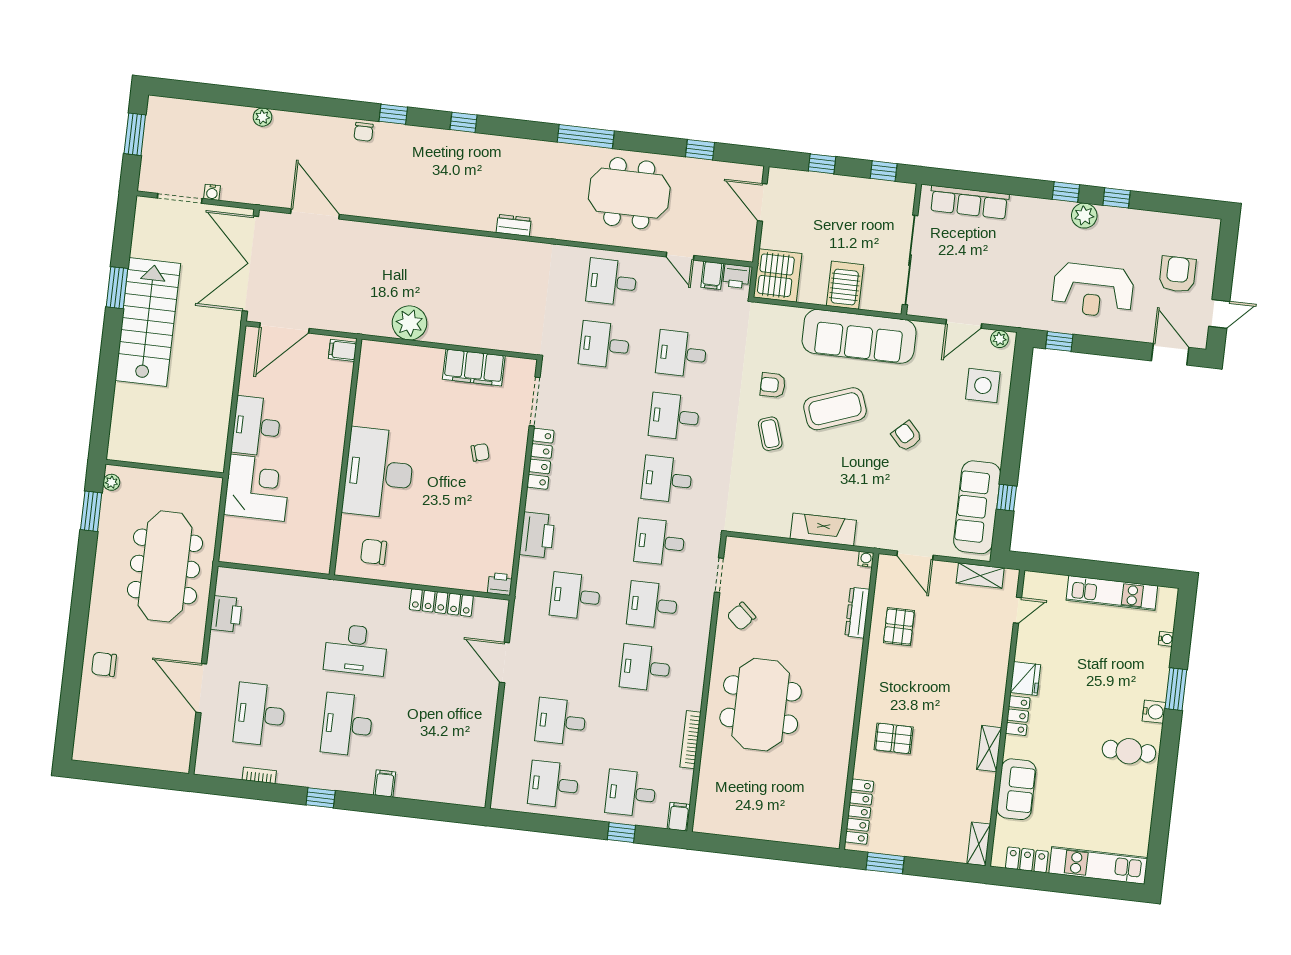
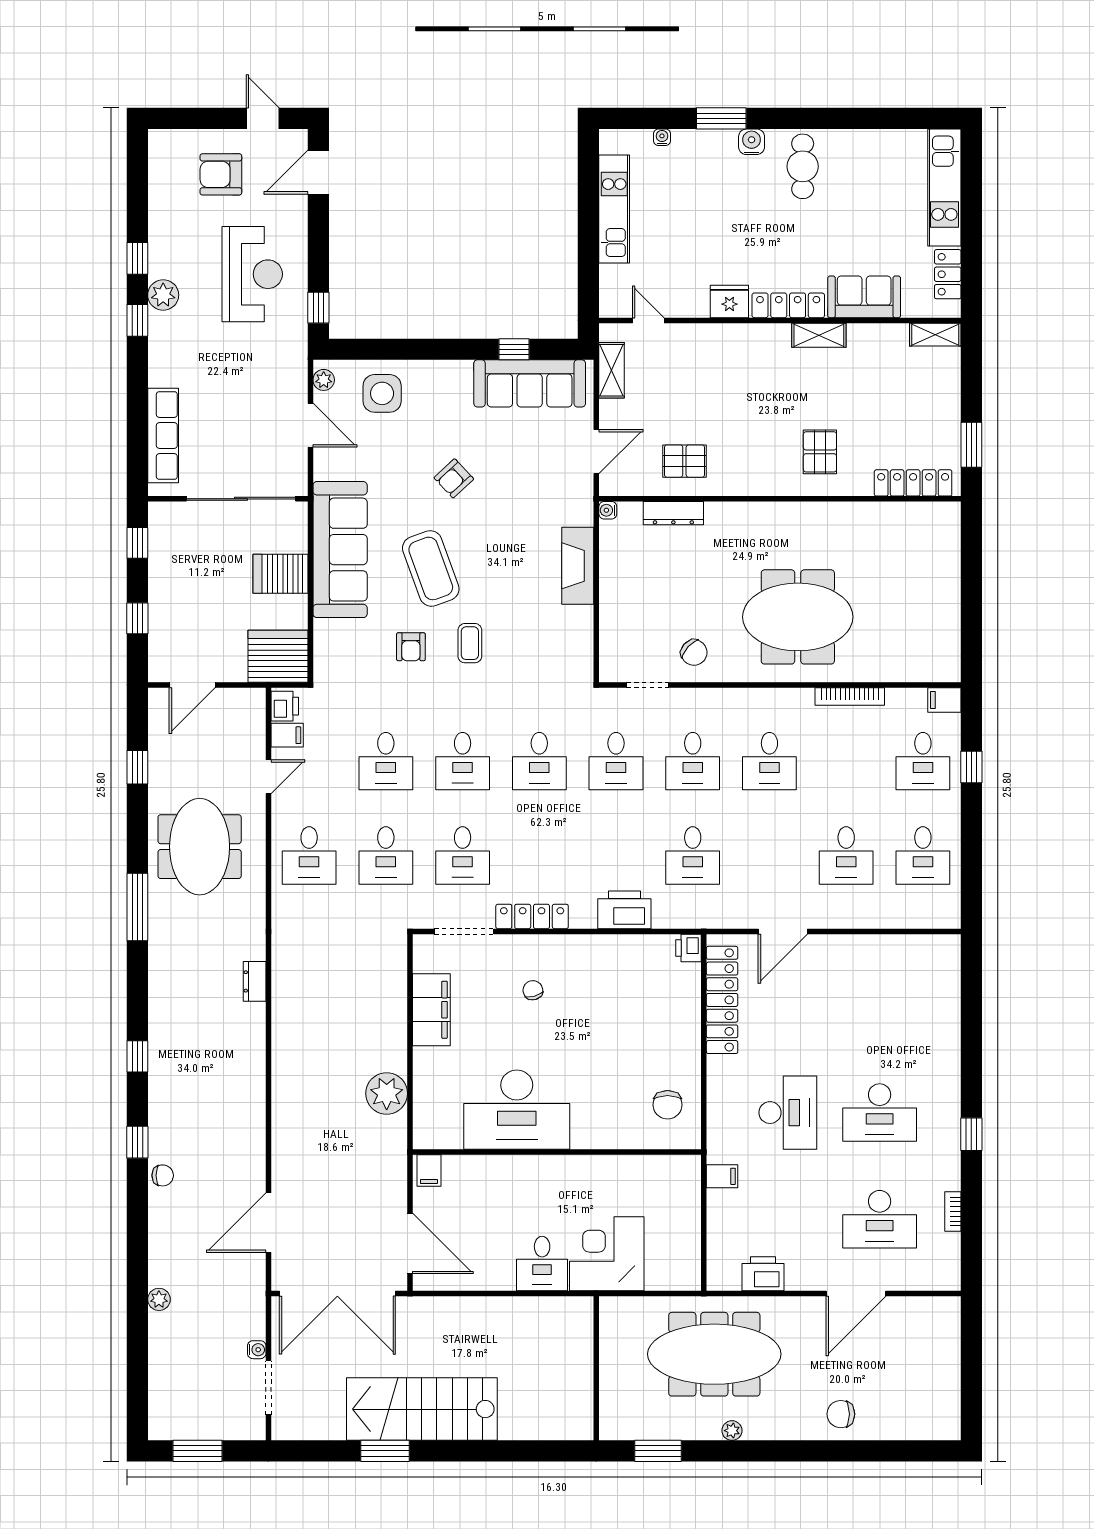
desk: (597, 408) -> (463, 855), added
desk: (256, 426) -> (542, 1264), width x0.73
coffee table: (770, 434) -> (470, 643), turned -72
desk: (379, 473) -> (517, 1110), moved
plant: (111, 482) -> (732, 1431), moved
locker: (441, 603) -> (722, 1000), width x1.41, depth x1.21
chair: (104, 664) -> (841, 1414), turned 90
locker: (1018, 716) -> (788, 305), width x1.53
filing cabinet: (385, 783) -> (722, 1176), moved, turned 180

